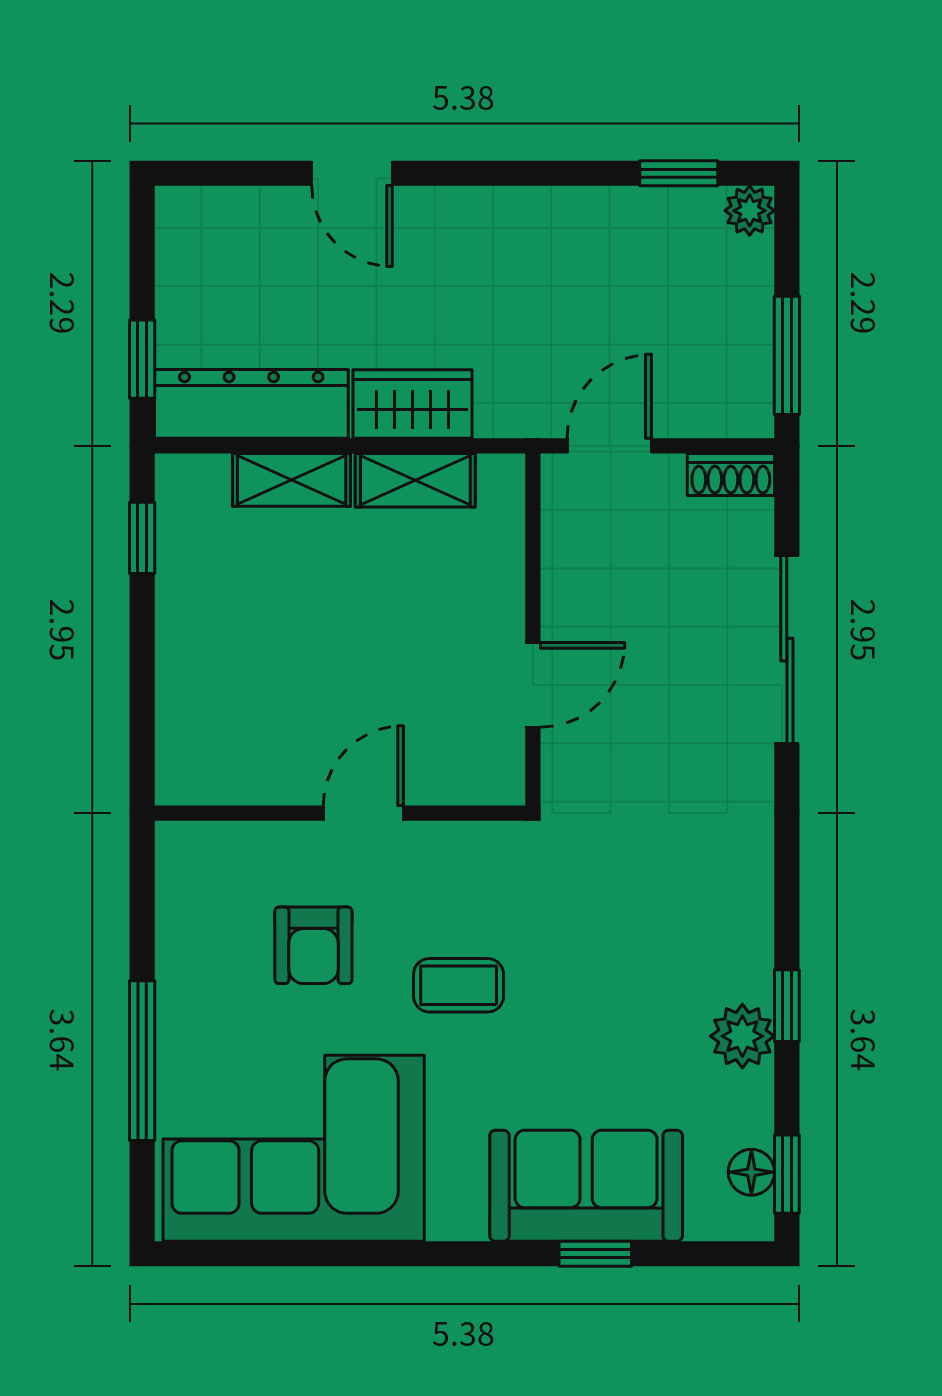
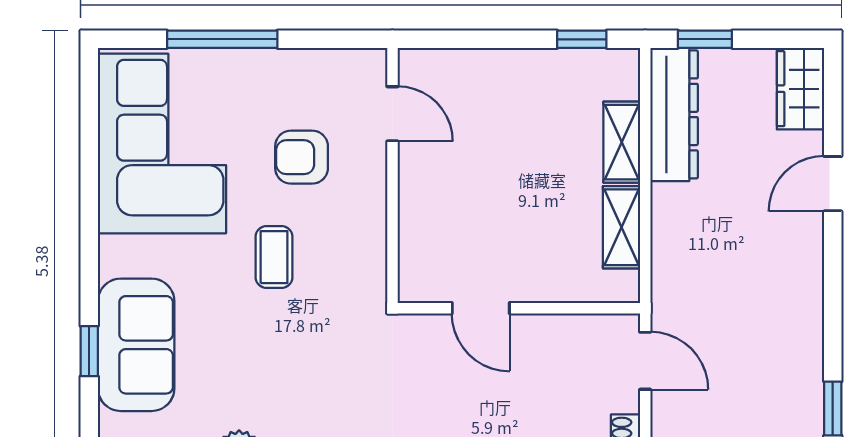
wardrobe: (412, 404) -> (800, 89), moved, turned 180
door: (363, 813) -> (392, 114), moved

